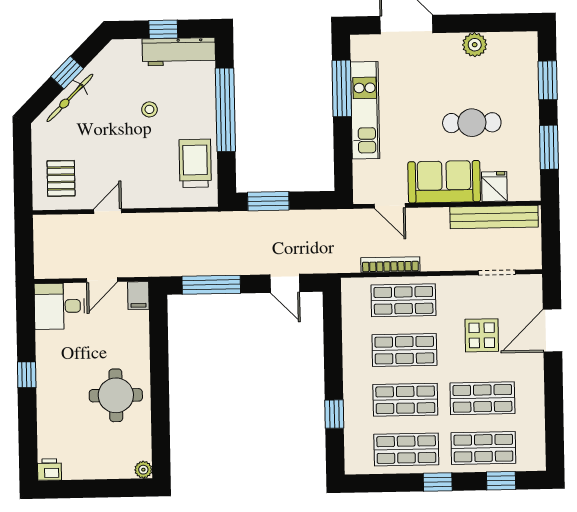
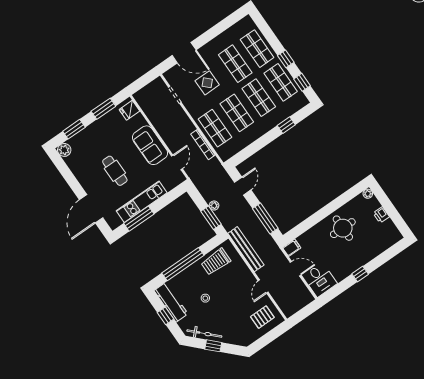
plant: (475, 45) -> (64, 150), moved
bicycle: (70, 98) -> (204, 334), moved
cafe table: (472, 123) -> (115, 171), moved
fridge: (494, 187) -> (129, 110), moved
door: (108, 211) -> (263, 286), hinge flipped
bench: (494, 217) -> (246, 249), moved
plant: (284, 219) -> (214, 206), added
printer: (49, 470) -> (381, 215), moved
window: (501, 481) -> (302, 82), moved

